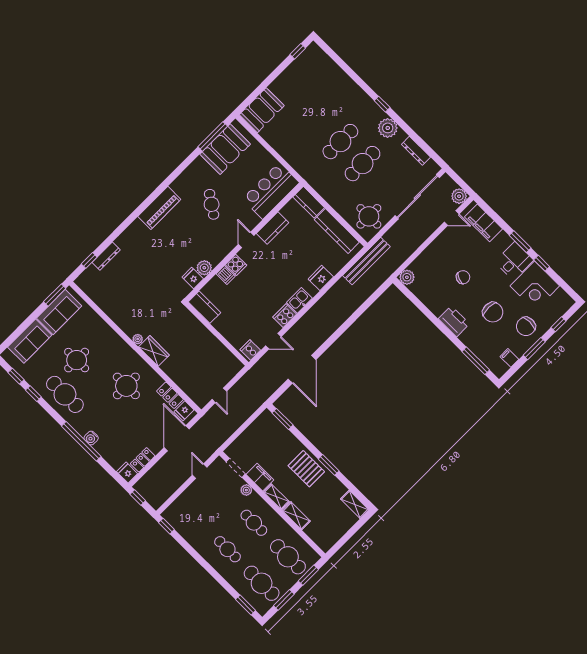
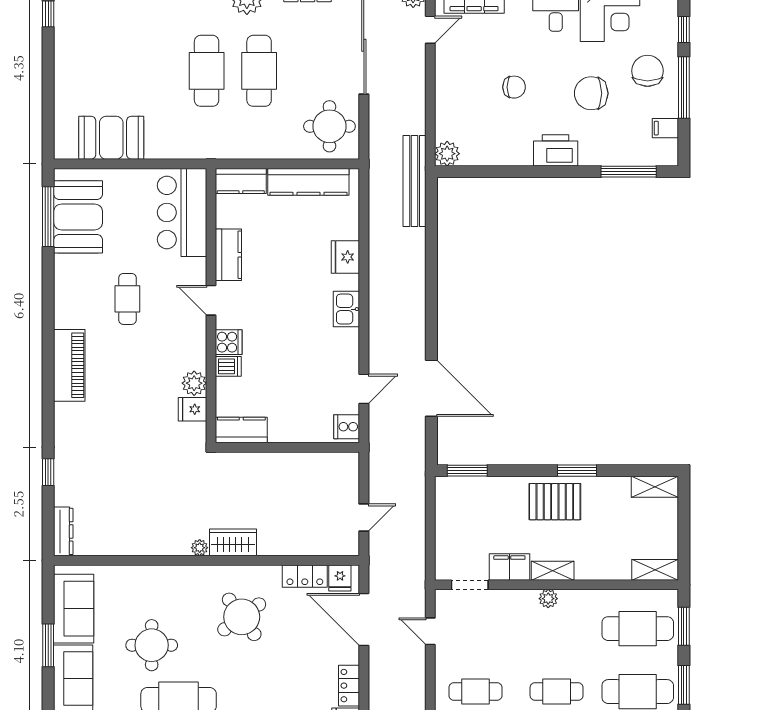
booth: (262, 110) -> (111, 138), moved, turned 90
cafe table: (212, 204) -> (127, 299), turned 56
dresser: (106, 256) -> (63, 531), moved
window: (89, 260) -> (48, 472), moved
bench: (366, 261) -> (415, 181), moved
chair: (463, 277) -> (514, 87), turned 69
window: (55, 295) -> (48, 645), moved
chair: (493, 312) -> (591, 93), turned 180
cooker: (285, 316) -> (347, 345), removed
chair: (526, 326) -> (648, 71), turned 180
window: (534, 349) -> (684, 87), width x1.44
round table: (126, 386) -> (242, 617), turned -36
door: (219, 395) -> (364, 518), hinge flipped
plant: (246, 490) -> (548, 599), moved
shelving: (296, 516) -> (655, 570), moved
cafe table: (254, 523) -> (475, 692), moved

